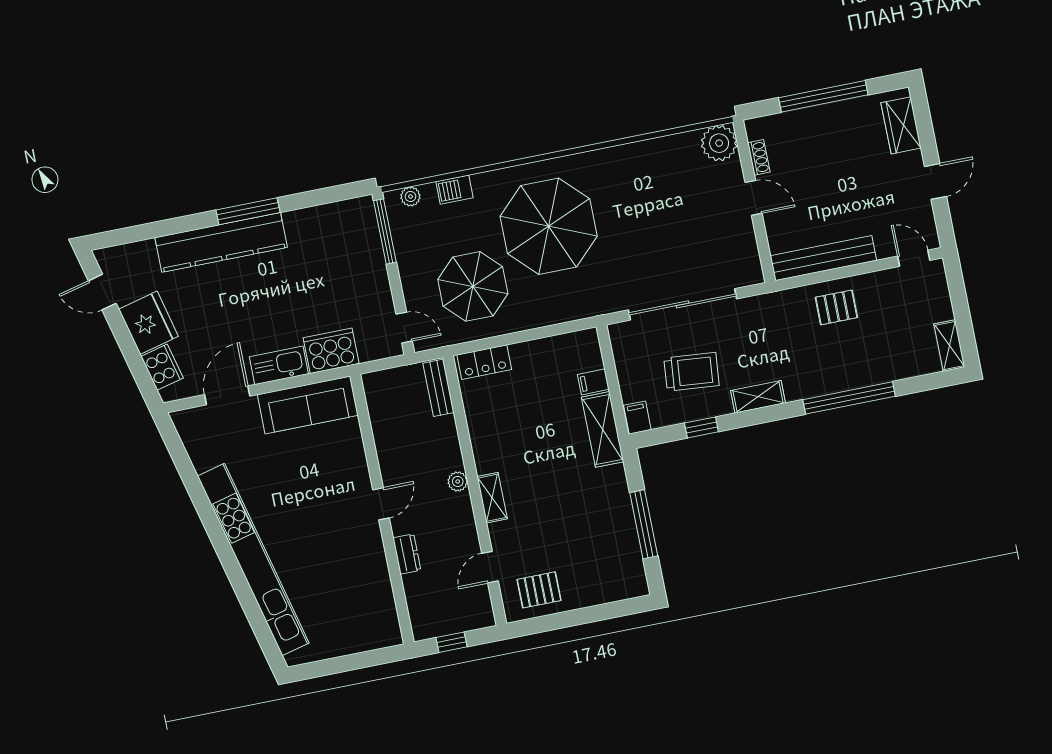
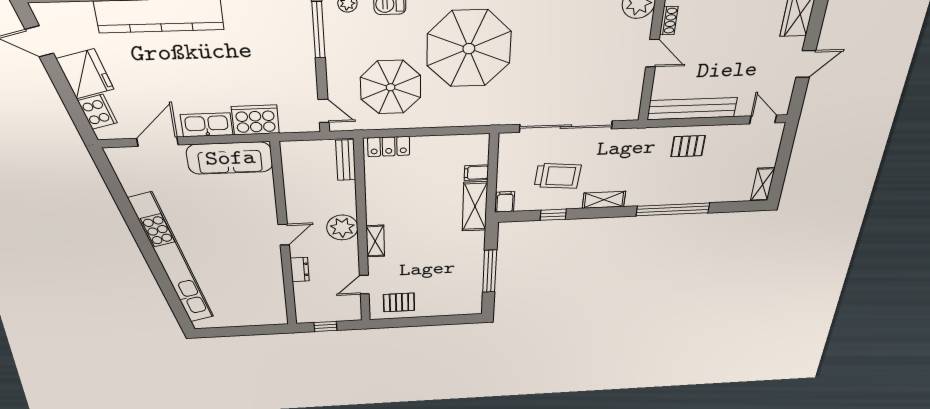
plant: (458, 481) -> (342, 228), width x1.88, depth x1.88

